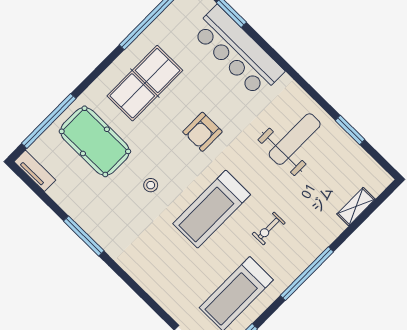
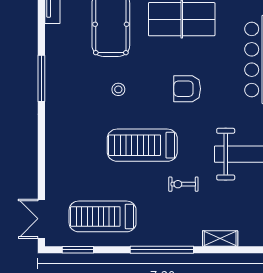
shelving: (356, 207) -> (220, 238), moved
exercise bike: (269, 228) -> (183, 184), moved

